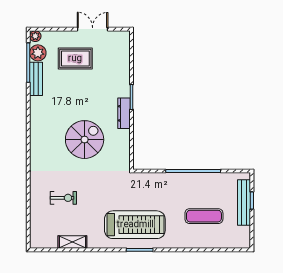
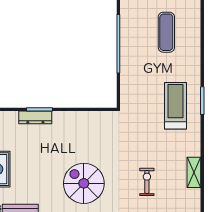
dresser: (124, 113) -> (35, 117), moved
spiral stairs: (85, 140) -> (84, 183), moved
treadmill: (135, 225) -> (175, 106), width x0.73, depth x0.73

